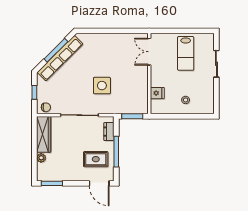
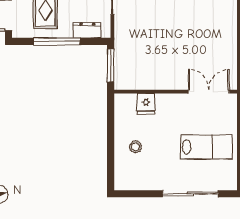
lab bench: (186, 53) -> (206, 147), turned 180
sliding door: (216, 64) -> (190, 194), width x1.37
side table: (102, 86) -> (157, 20), removed

